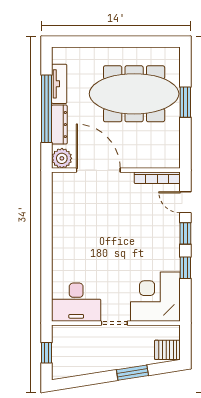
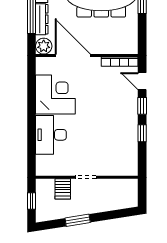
corner desk: (155, 297) -> (55, 95), moved, turned 90
desk: (76, 302) -> (51, 135), moved, turned 90
server rack: (167, 350) -> (63, 189), moved, turned -90
window: (132, 373) -> (78, 220), moved

